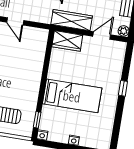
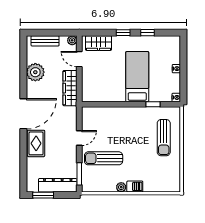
wardrobe: (67, 41) -> (98, 43), moved, turned 90
window: (119, 115) -> (148, 33), added
window: (37, 120) -> (153, 104), moved

